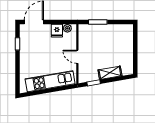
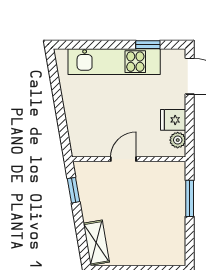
shelving: (110, 73) -> (96, 243), moved
kitchen unit: (50, 81) -> (114, 62), moved, turned 100

